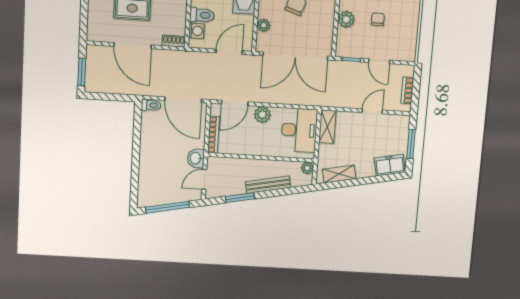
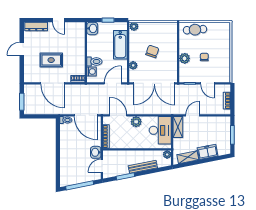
door: (235, 103) -> (118, 115), swing flipped
door: (372, 111) -> (192, 115), moved
freezer: (390, 165) -> (208, 152), moved

